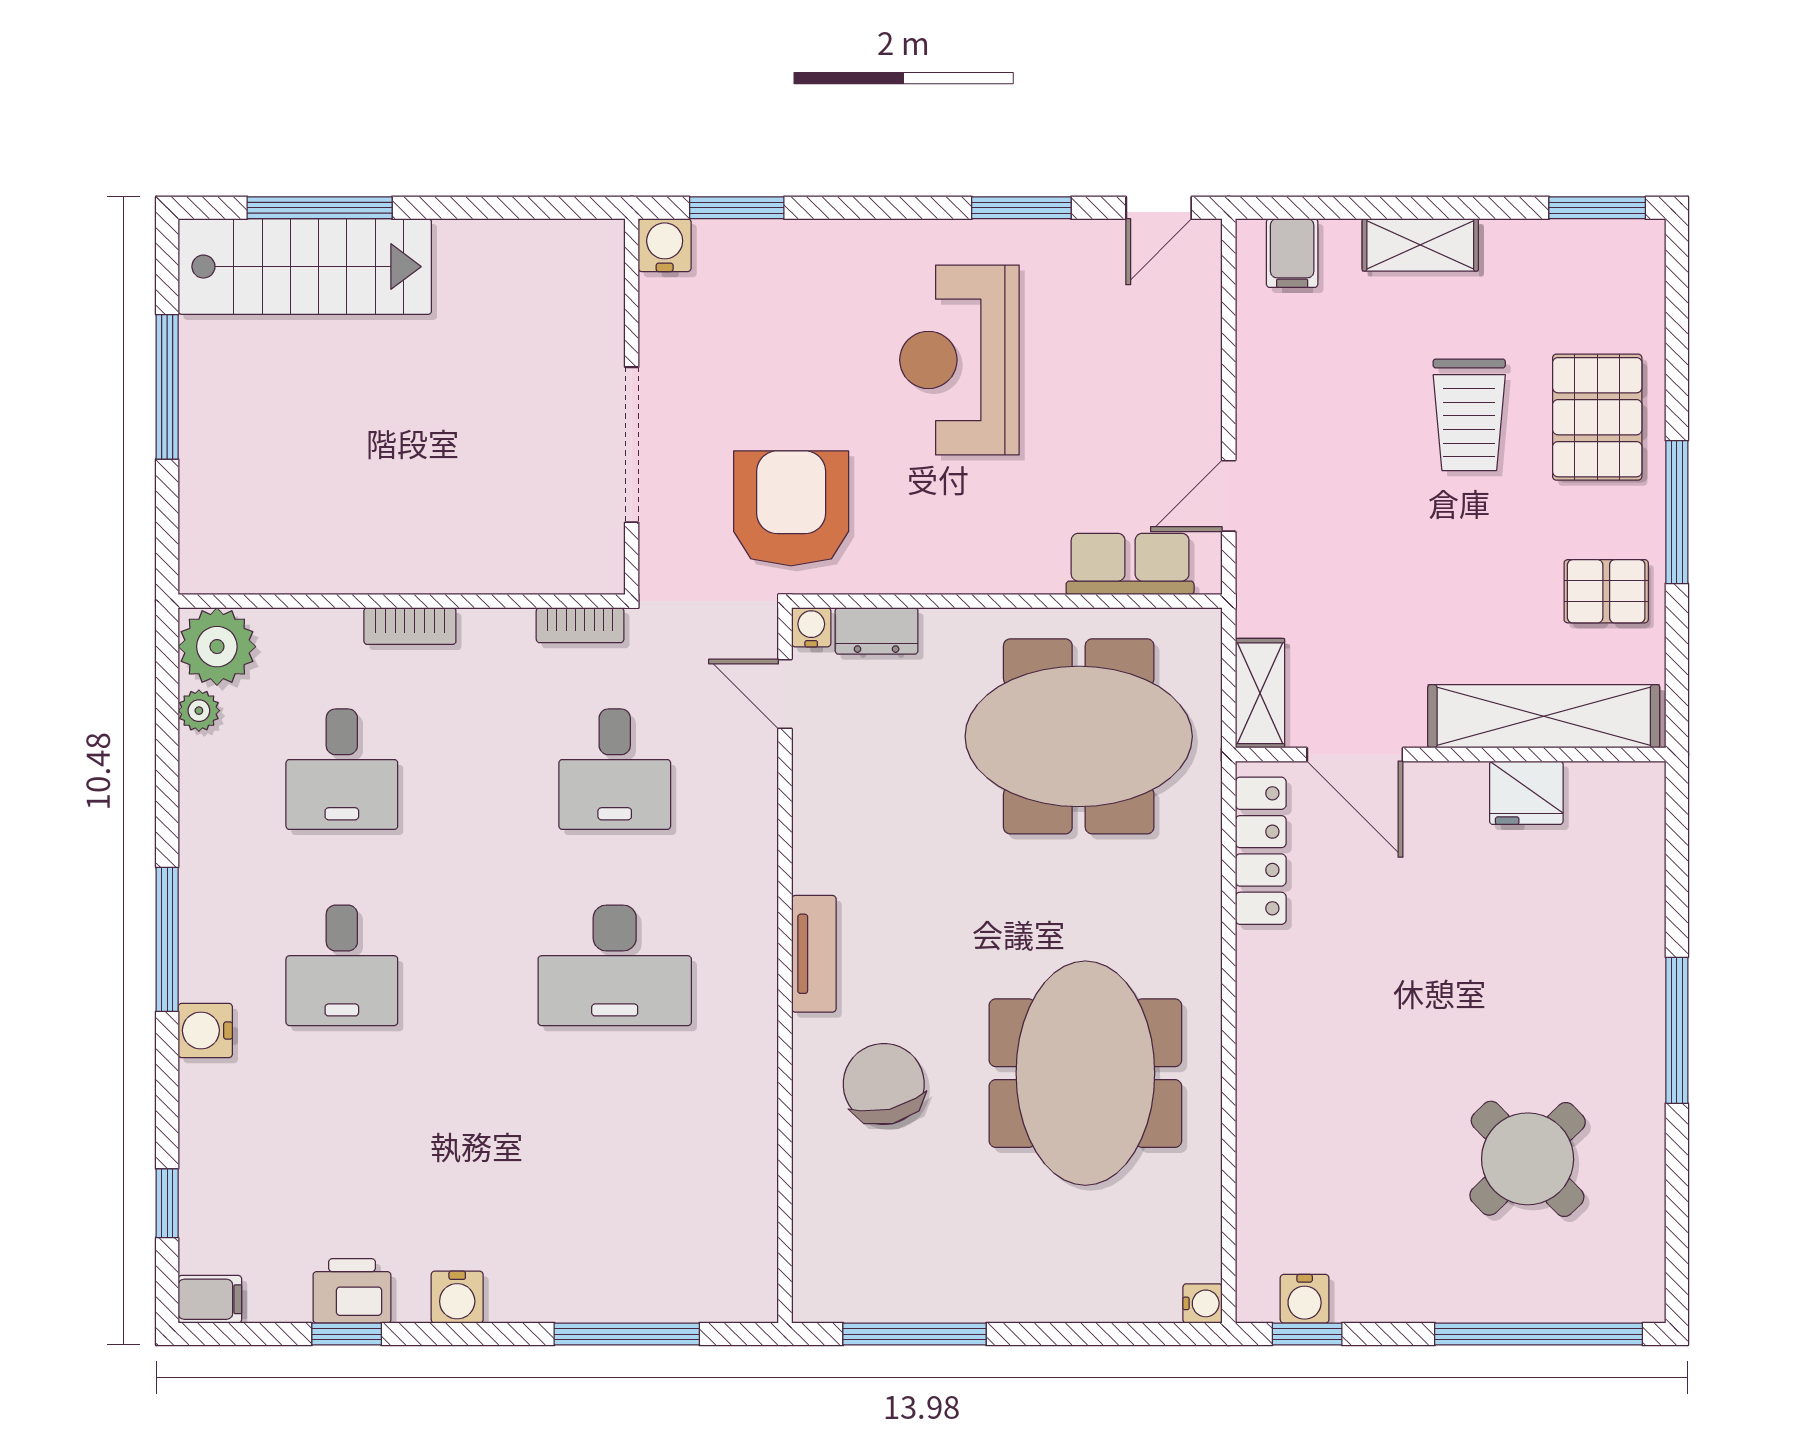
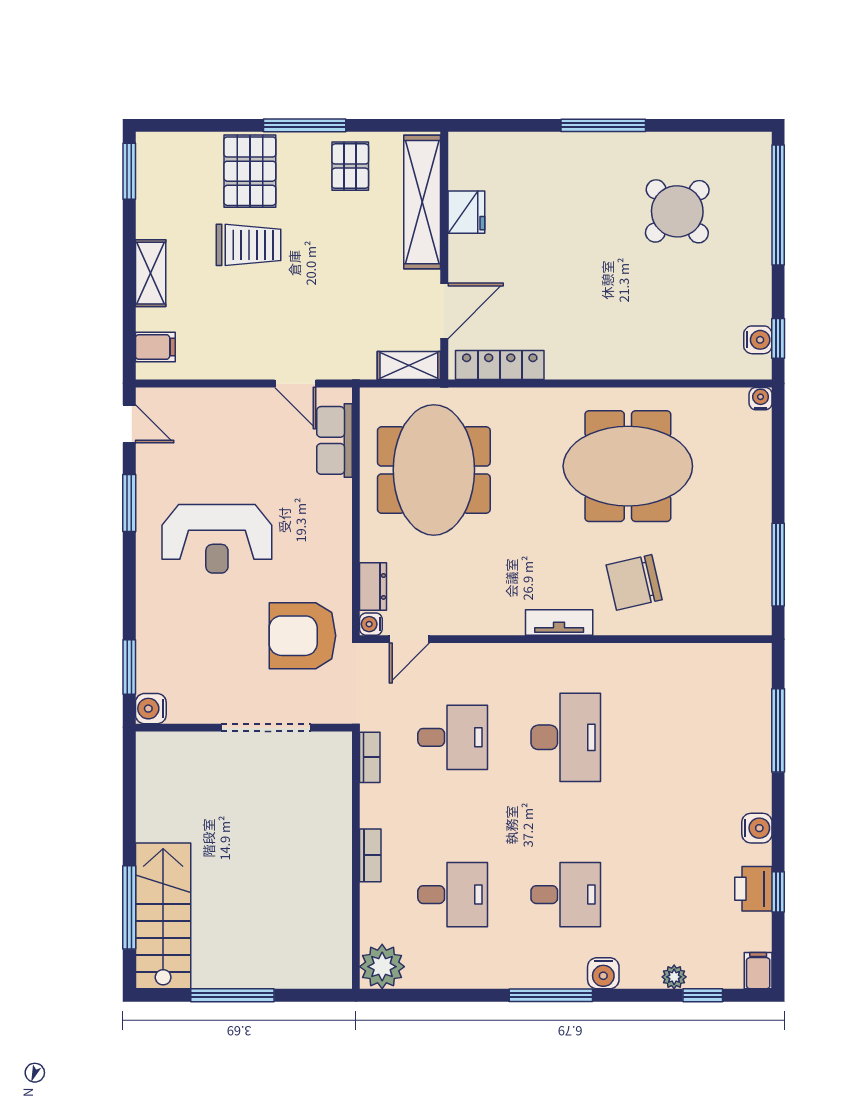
pallet: (1597, 417) -> (250, 171), turned 90
plant: (199, 711) -> (674, 977), moved

